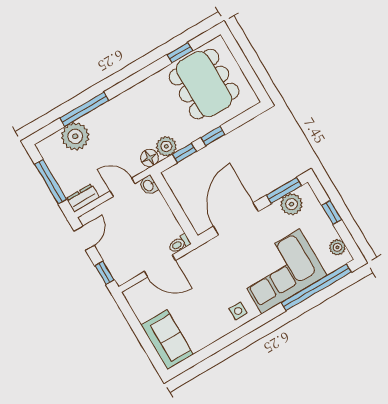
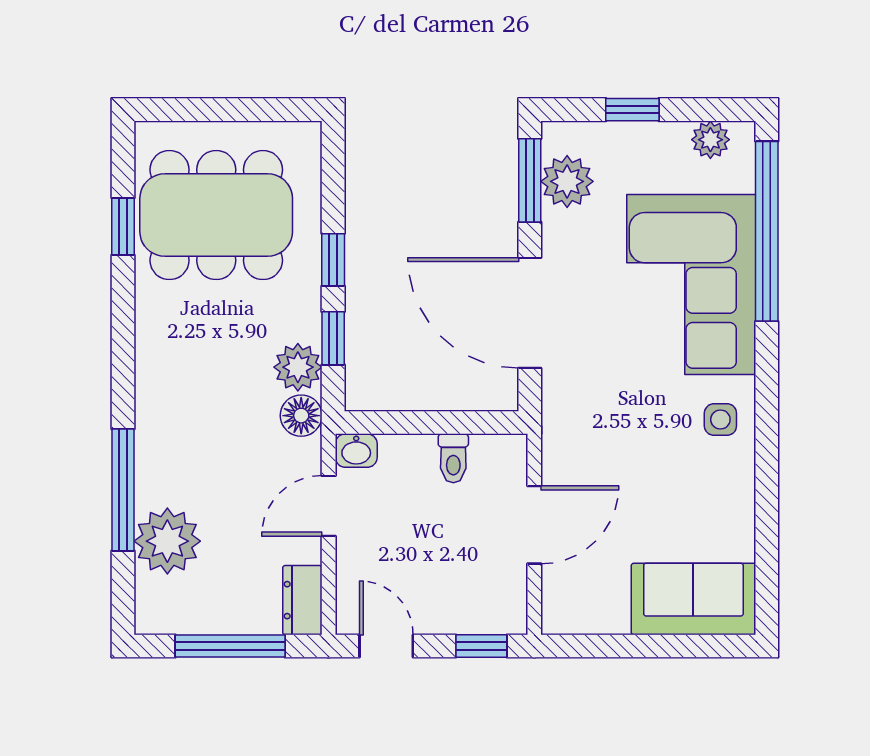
toilet: (179, 244) -> (453, 458), moved

